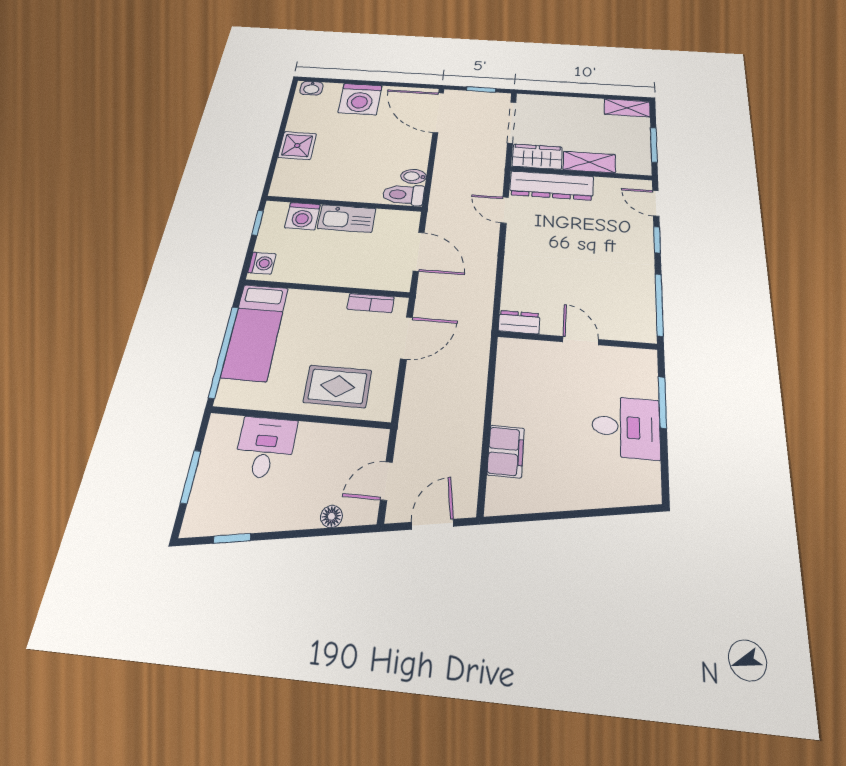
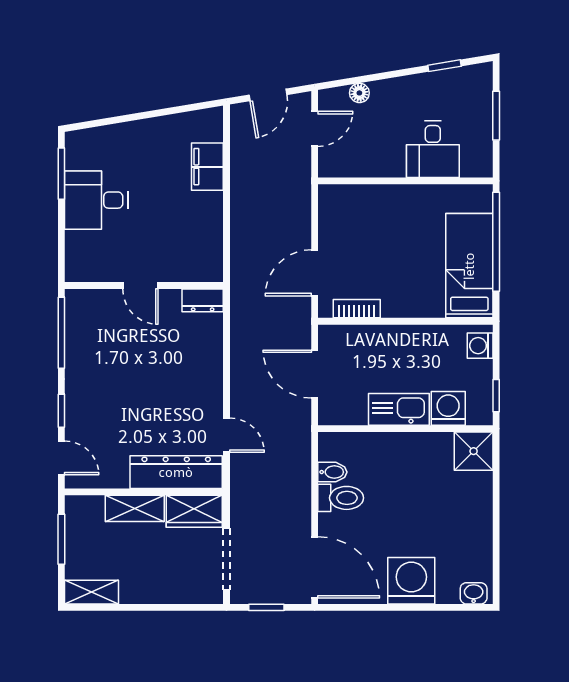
shower: (297, 146) -> (474, 451), moved
toilet: (403, 195) -> (341, 498), moved
rug: (337, 386) -> (375, 216), removed
window: (662, 402) -> (61, 174), moved

